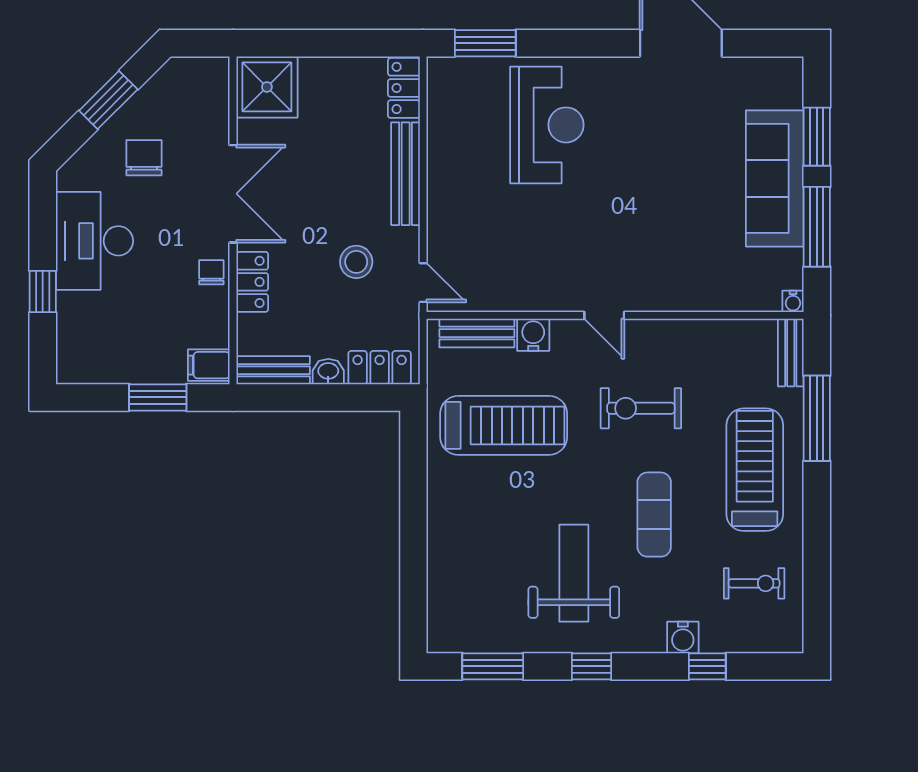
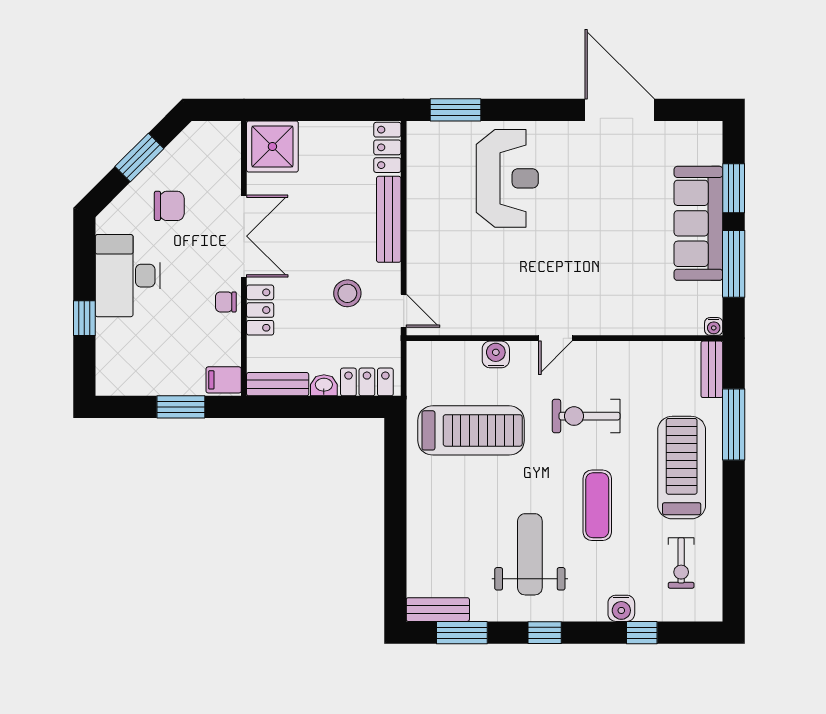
chair: (144, 158) -> (169, 206), turned 90
chair: (211, 272) -> (226, 302), turned -90
door: (604, 315) -> (555, 338), hinge flipped
bench: (477, 333) -> (438, 610), moved
exercise bike: (754, 583) -> (681, 563), turned 90

